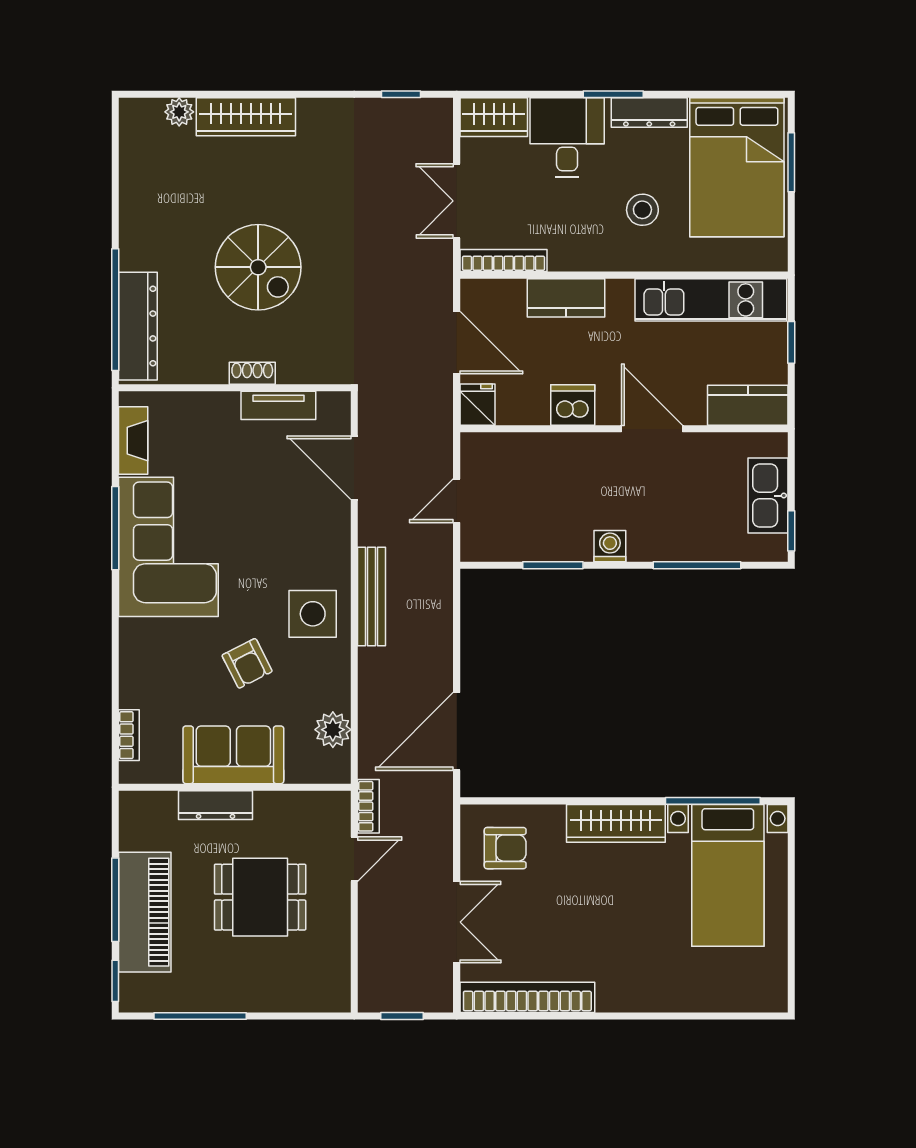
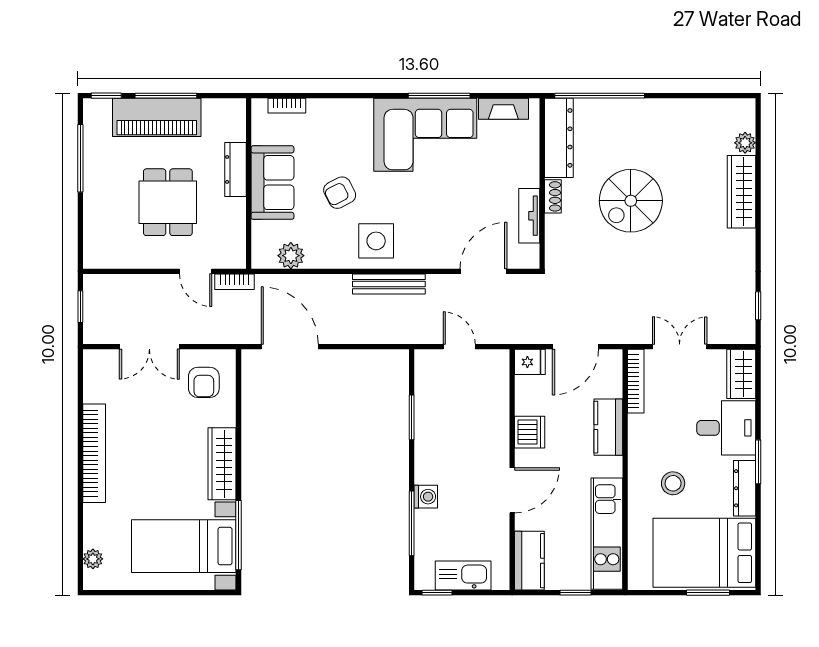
dresser: (138, 326) -> (559, 138), moved, turned -90
washing machine: (610, 546) -> (426, 497), moved
bookcase: (527, 997) -> (94, 453), moved
plant: (745, 999) -> (93, 559), added

